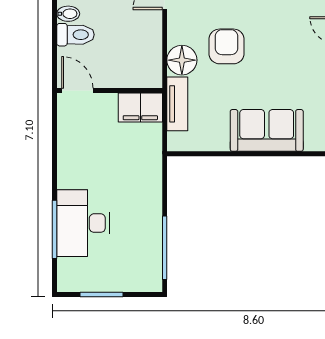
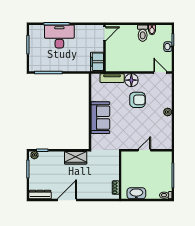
door: (77, 90) -> (105, 34), moved
wall: (110, 90) -> (105, 48), moved
filing cabinet: (140, 107) -> (97, 62), moved

